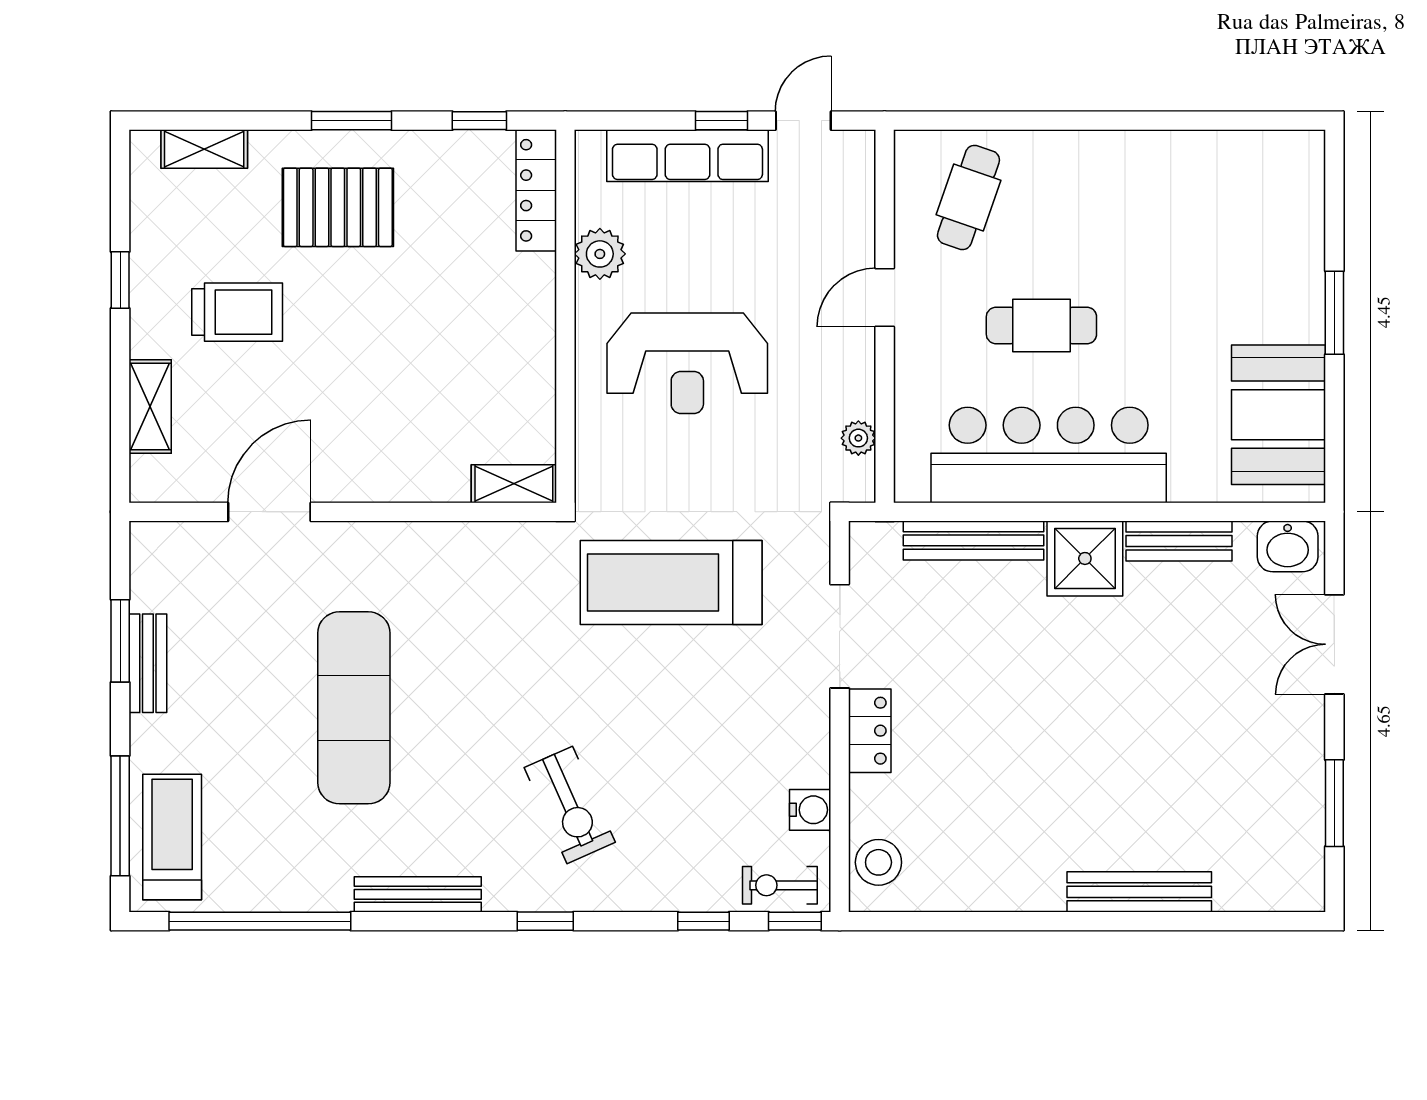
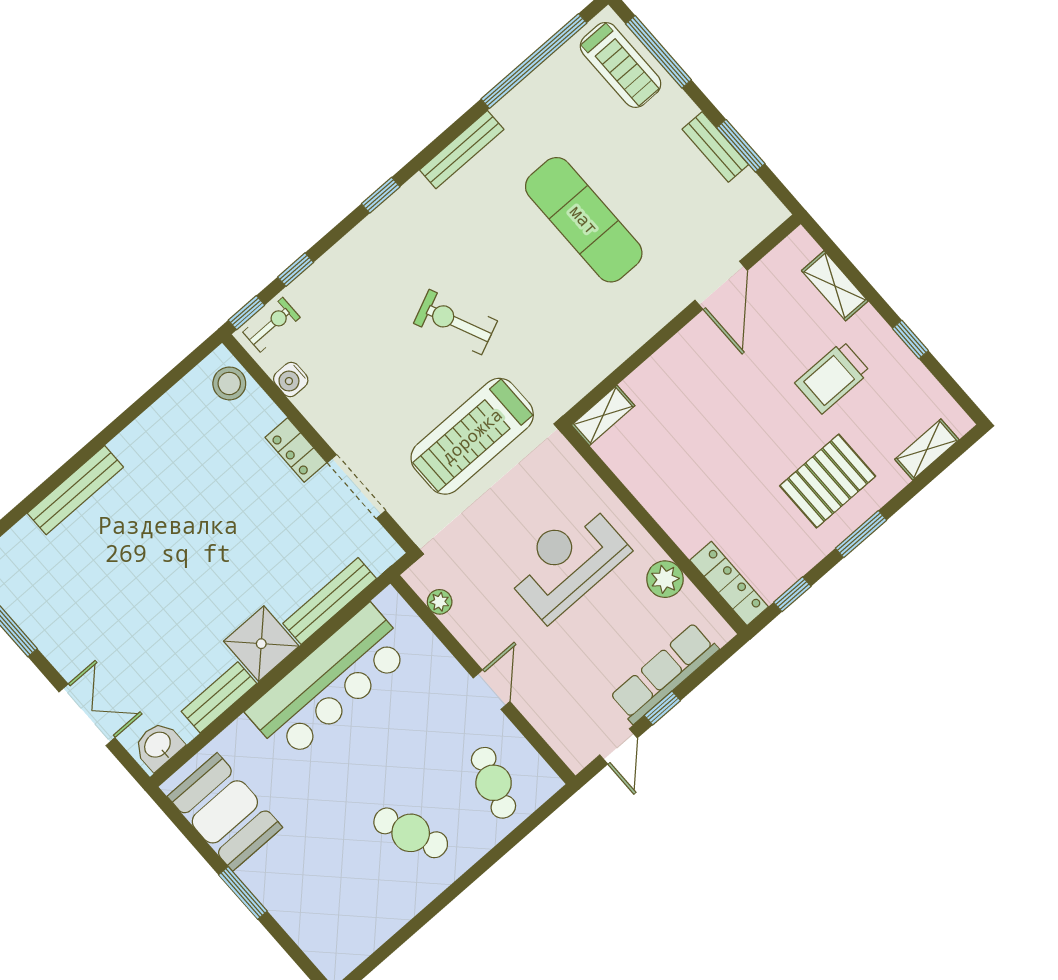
cafe table: (1041, 326) -> (411, 833), moved, turned 67
treadmill: (671, 583) -> (472, 436), turned 180
exercise bike: (570, 805) -> (455, 322), moved

